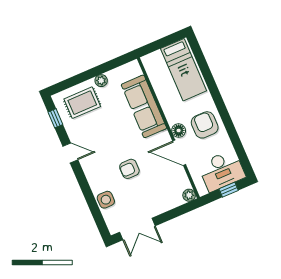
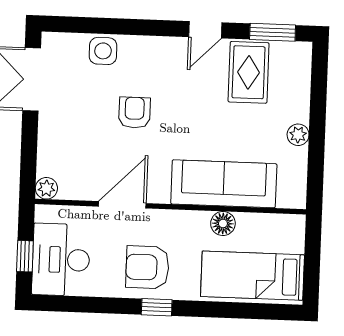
rug: (82, 103) -> (249, 72), moved
window: (223, 111) -> (157, 307), added
window: (55, 118) -> (273, 32), width x1.50
armchair: (205, 125) -> (147, 267), turned 180
floor lamp: (179, 131) -> (223, 224), moved

